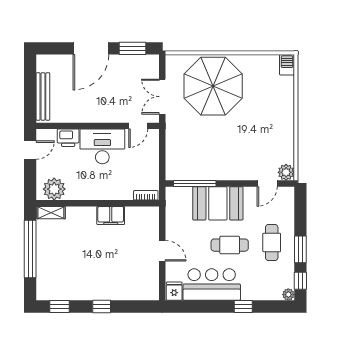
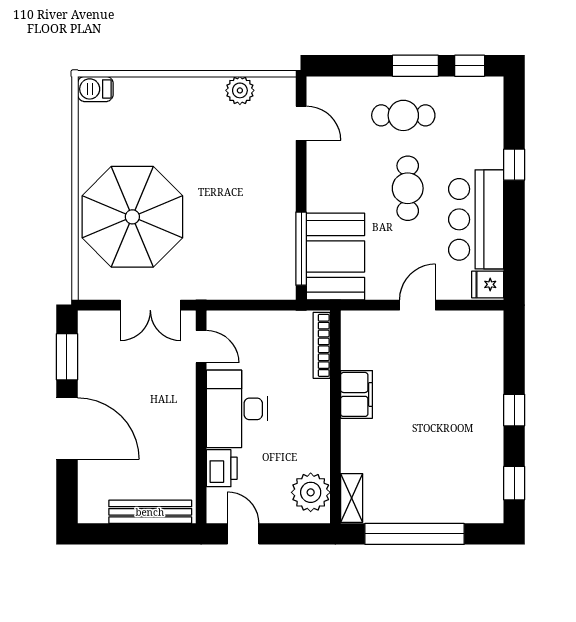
plant: (286, 172) -> (240, 90), moved
bookcase: (146, 195) -> (322, 345), width x1.56
booth: (218, 203) -> (335, 256), moved
plant: (288, 295) -> (493, 86), removed

